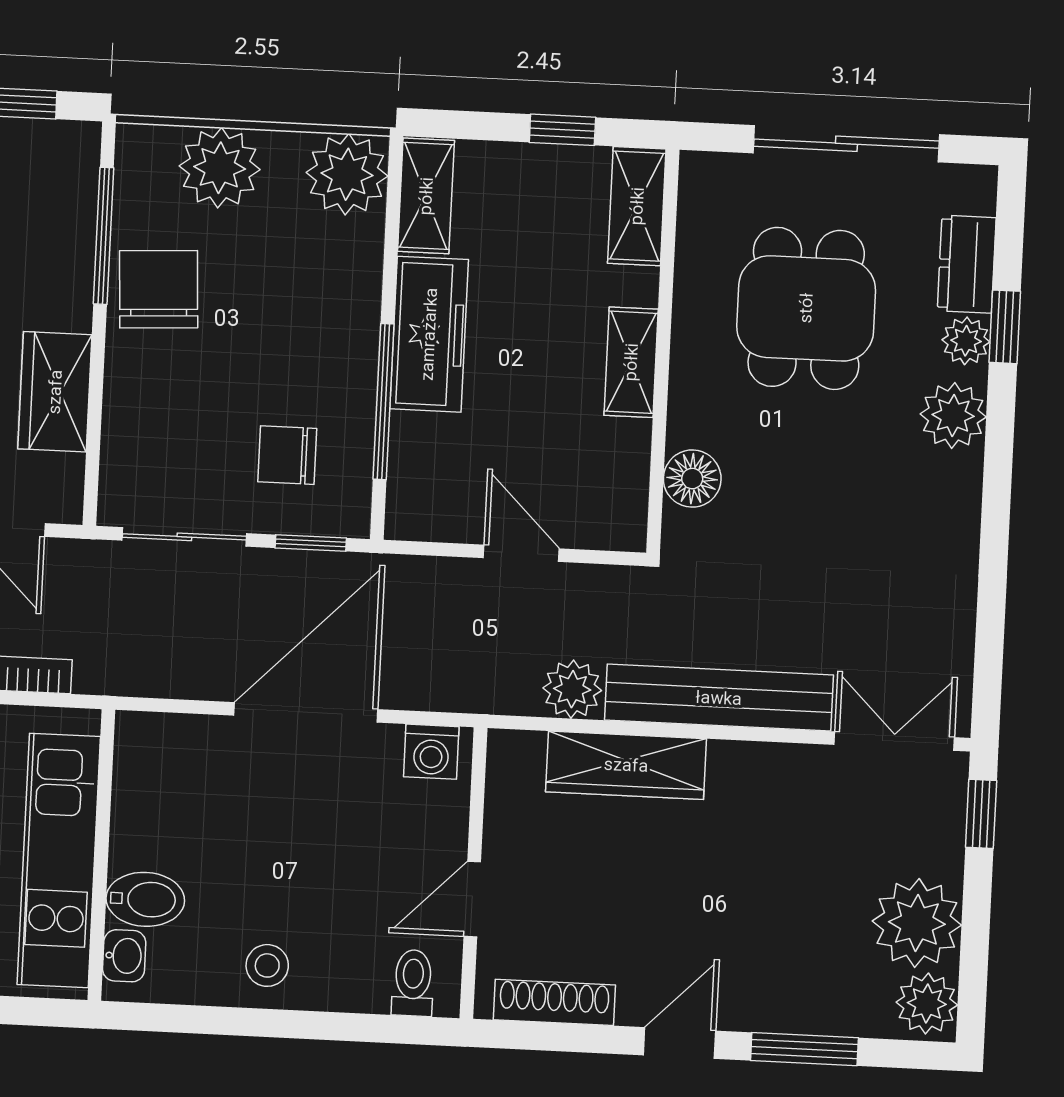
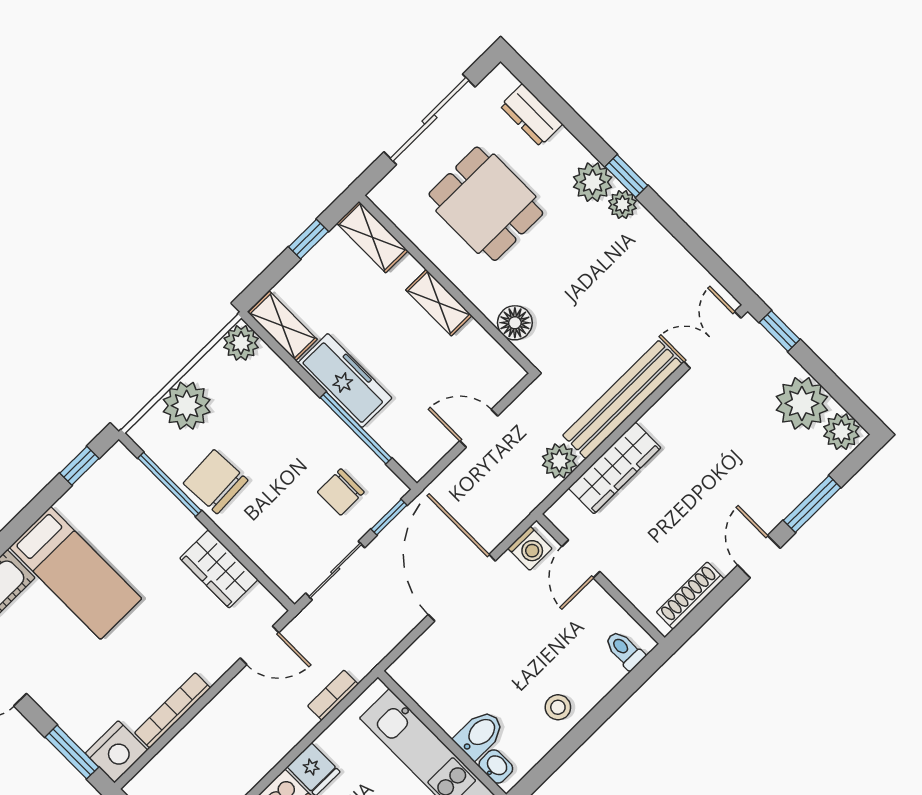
plant: (347, 174) -> (241, 343), width x0.73, depth x0.73
window: (1005, 327) -> (626, 176), moved
plant: (966, 341) -> (622, 205), moved
door: (472, 899) -> (581, 559), moved

